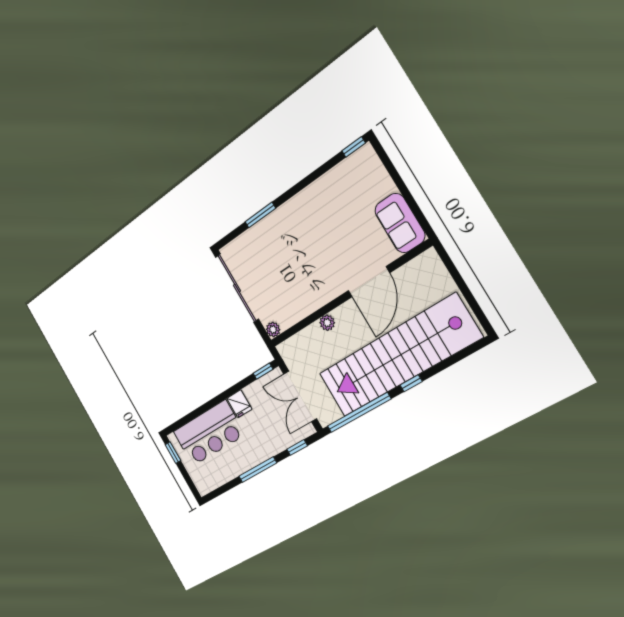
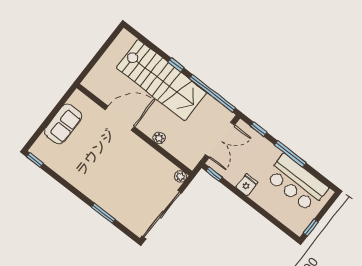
sofa: (400, 223) -> (63, 124), moved
stairs: (398, 356) -> (161, 80), width x0.73
bar counter: (209, 433) -> (297, 183), moved, turned 180

